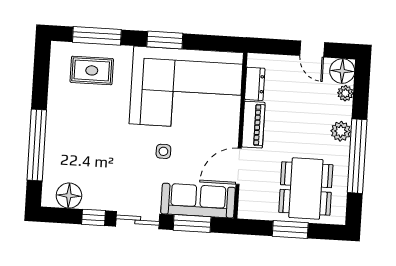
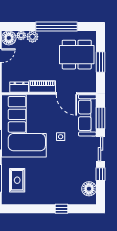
plant: (341, 131) -> (32, 37), moved
window: (37, 145) -> (61, 209), width x0.32

